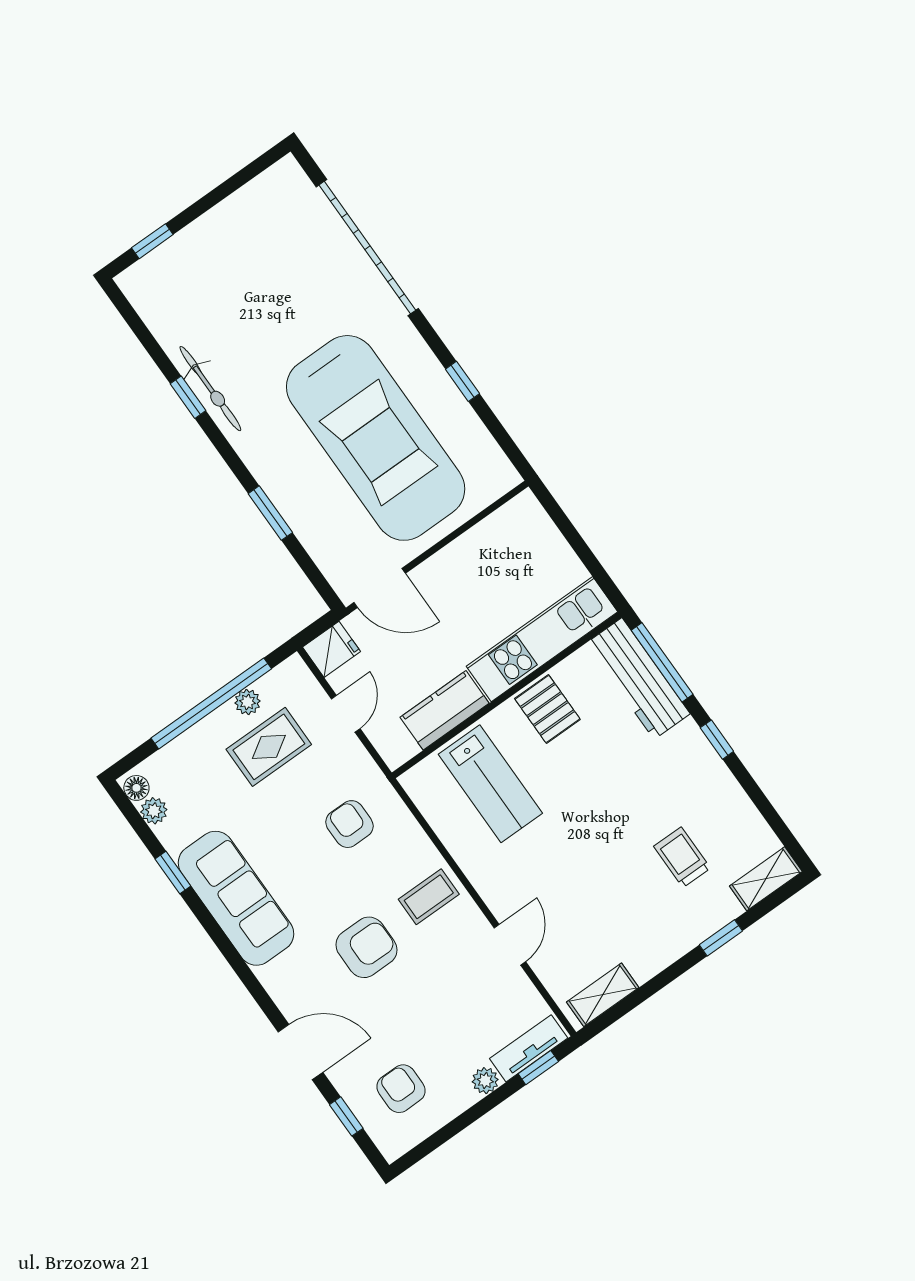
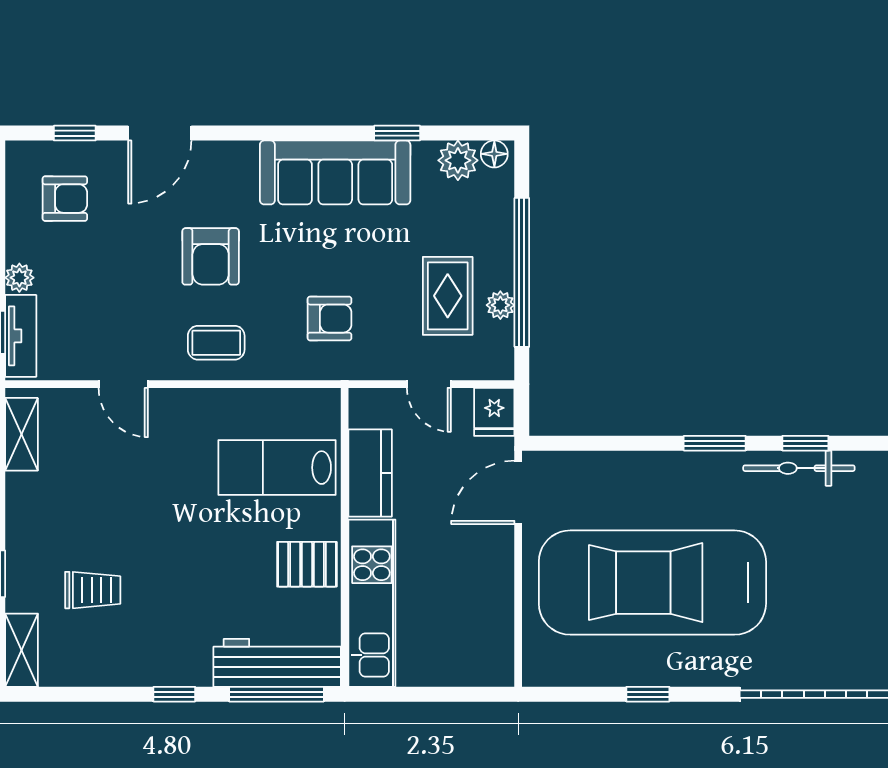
window: (270, 513) -> (715, 443), moved
plant: (154, 811) -> (458, 160), width x1.38, depth x1.38
coffee table: (429, 897) -> (216, 343), turned 90

